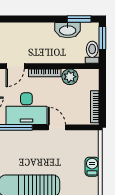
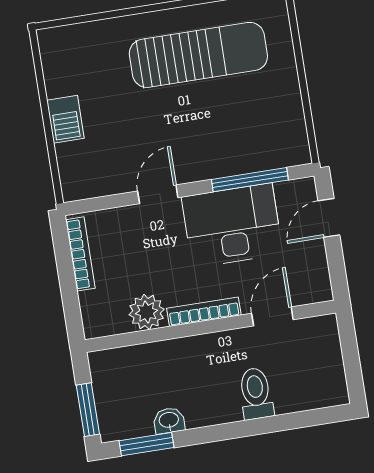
washbasin: (68, 30) -> (169, 421), width x0.52, depth x0.69
toilet: (92, 52) -> (256, 393), moved, turned 180
door: (57, 127) -> (158, 194), swing flipped

